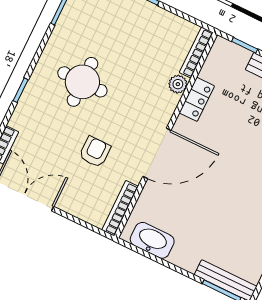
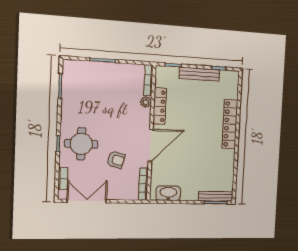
round table: (82, 82) -> (81, 144), moved
locker: (197, 99) -> (160, 106), width x1.53
armchair: (95, 152) -> (116, 160), turned 104

